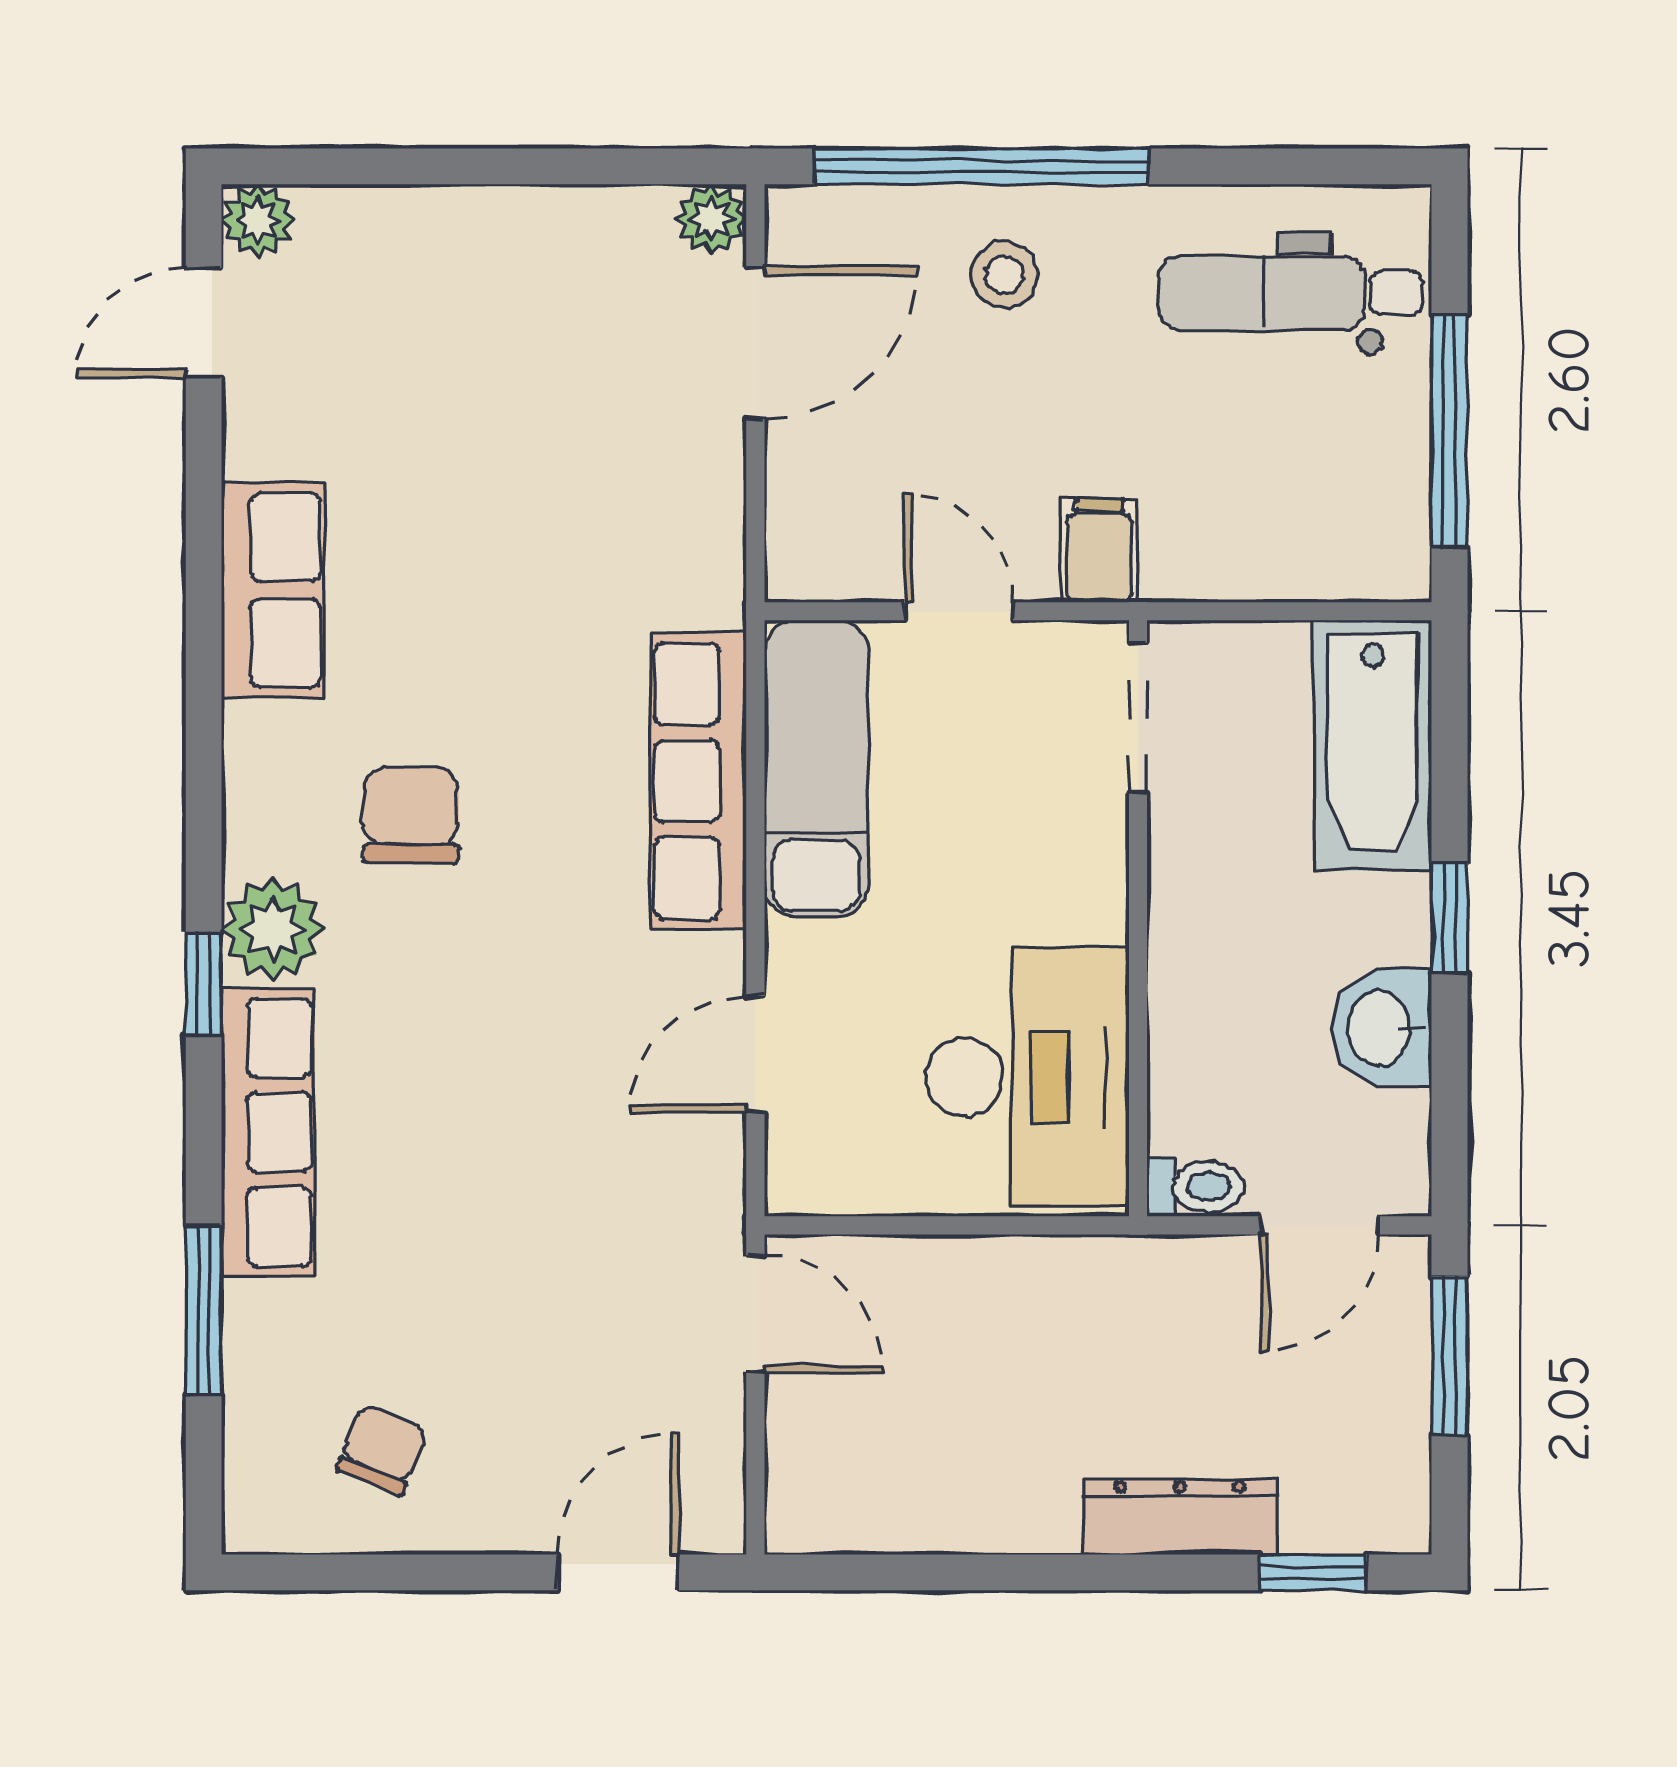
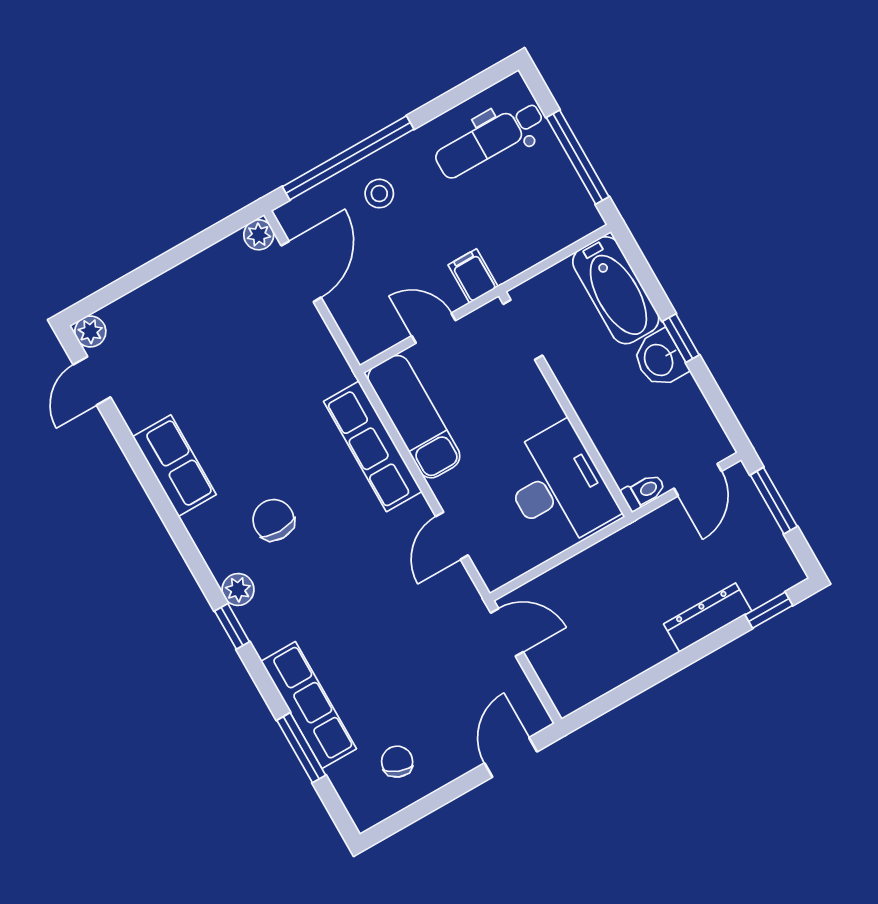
plant: (273, 930) -> (238, 589), width x0.73, depth x0.73
washbasin: (1382, 1028) -> (660, 359), moved
row of seats: (268, 1132) -> (309, 705), moved

